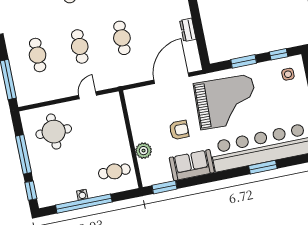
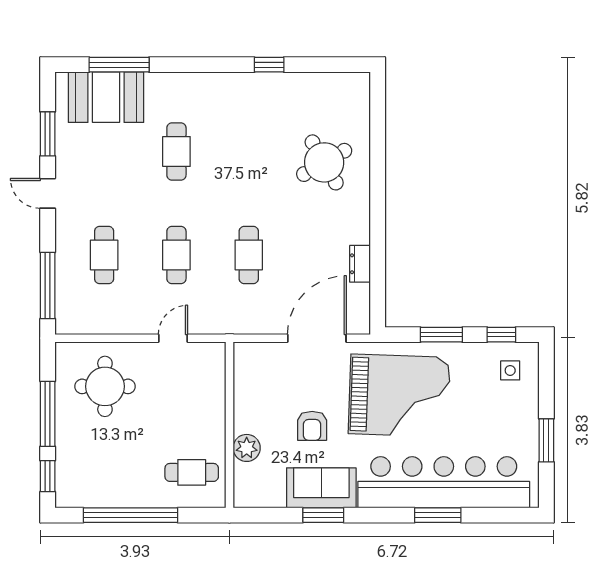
armchair: (179, 130) -> (312, 426), turned 90
window: (165, 187) -> (323, 515), moved
water cooler: (82, 195) -> (131, 500), removed

